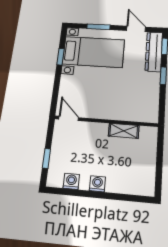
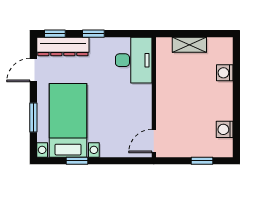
desk: (139, 107) -> (134, 60), added
shelving: (124, 131) -> (189, 45), moved, turned 90
washing machine: (97, 184) -> (225, 73), moved

